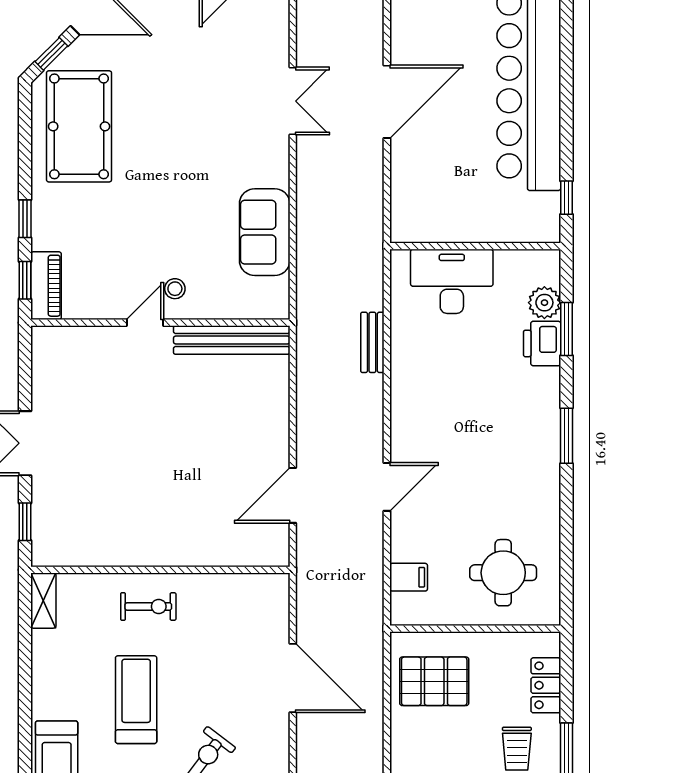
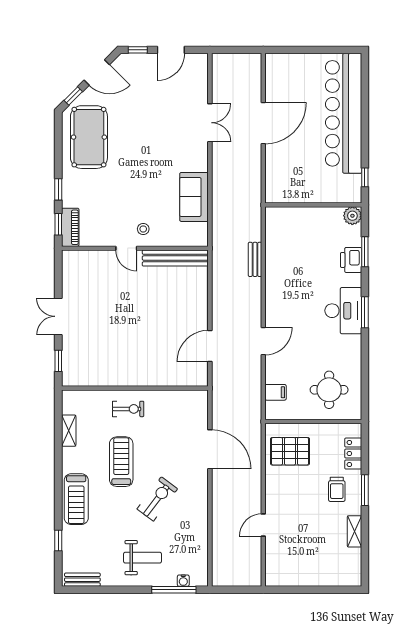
desk: (452, 281) -> (343, 311), moved, turned 90
plant: (544, 303) -> (352, 216), moved
door: (145, 323) -> (126, 248), swing flipped
shelving: (43, 601) -> (69, 431), moved

